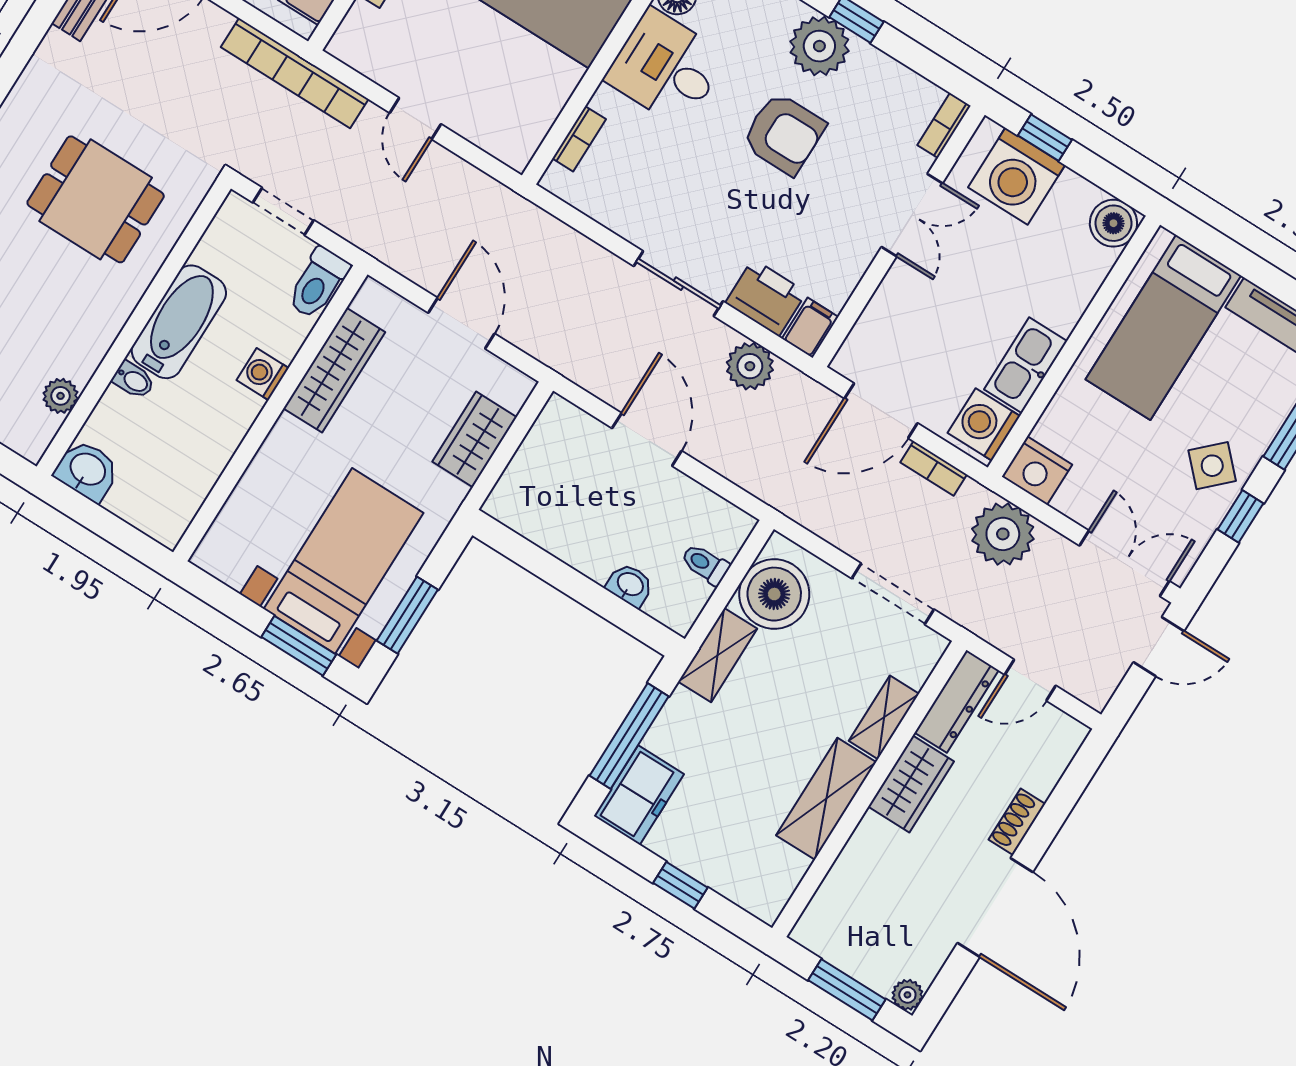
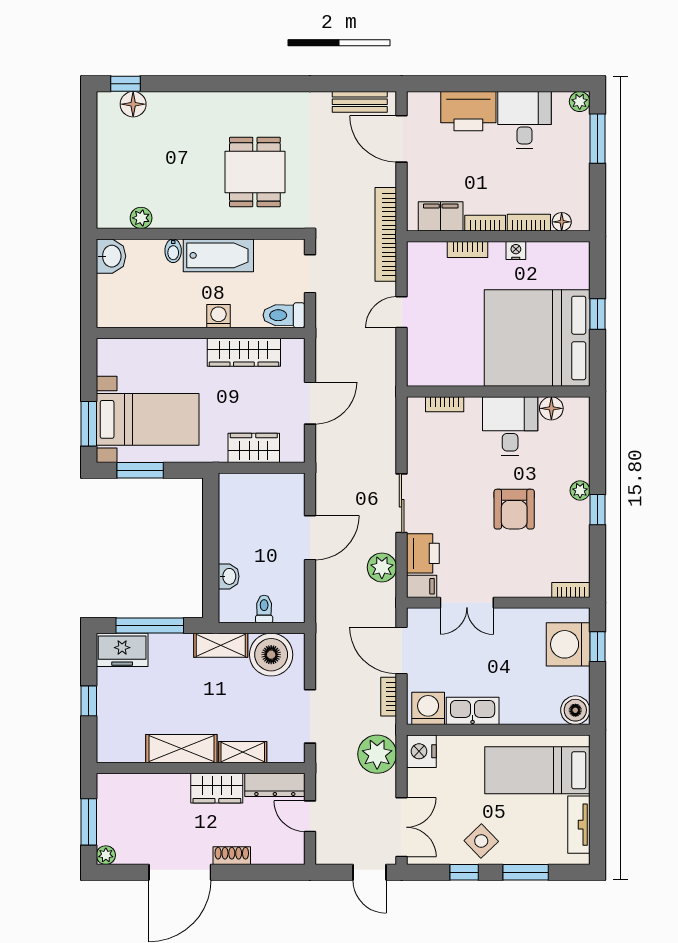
plant: (819, 46) -> (580, 491), width x0.53, depth x0.53
double door: (912, 215) -> (467, 603), moved

